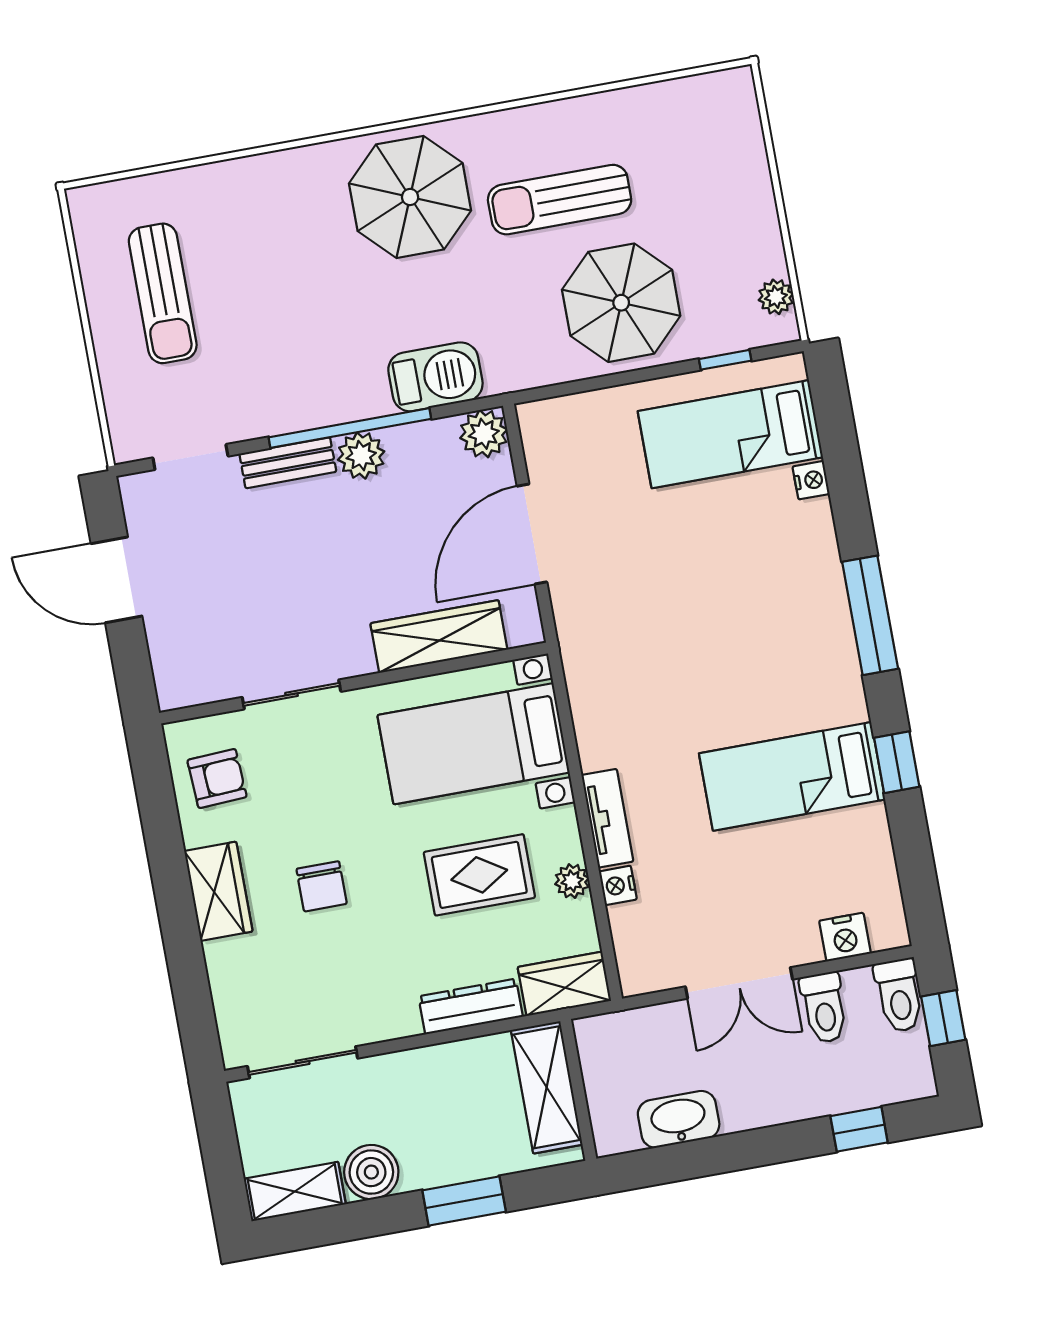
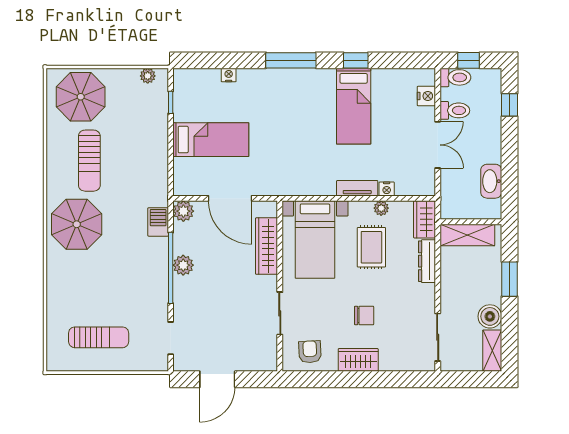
parasol: (621, 303) -> (81, 97), moved
barbecue: (435, 377) -> (158, 222), width x0.73, depth x0.79
bed: (730, 434) -> (211, 140), moved, turned -90
bench: (288, 463) -> (181, 297), removed

